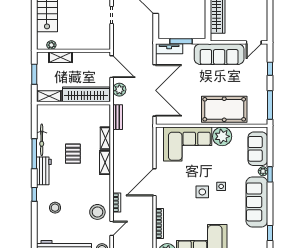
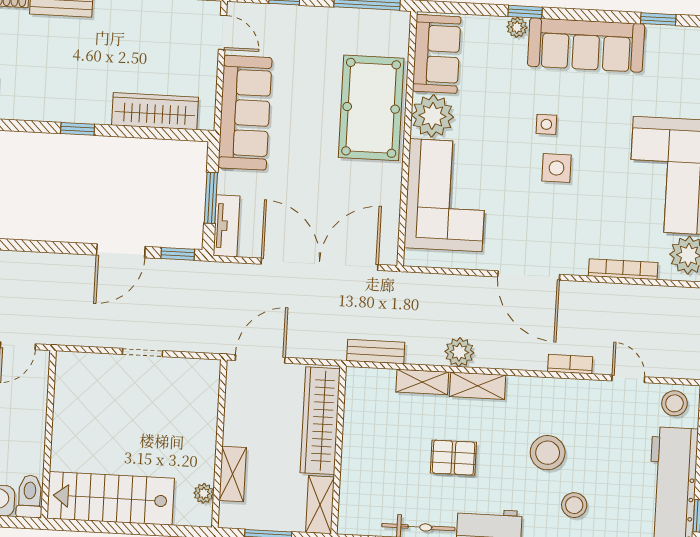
window: (156, 28) -> (178, 254), added
plant: (119, 90) -> (459, 352), moved
sofa: (258, 149) -> (437, 54), moved, turned -90
stool: (97, 212) -> (548, 453), moved

